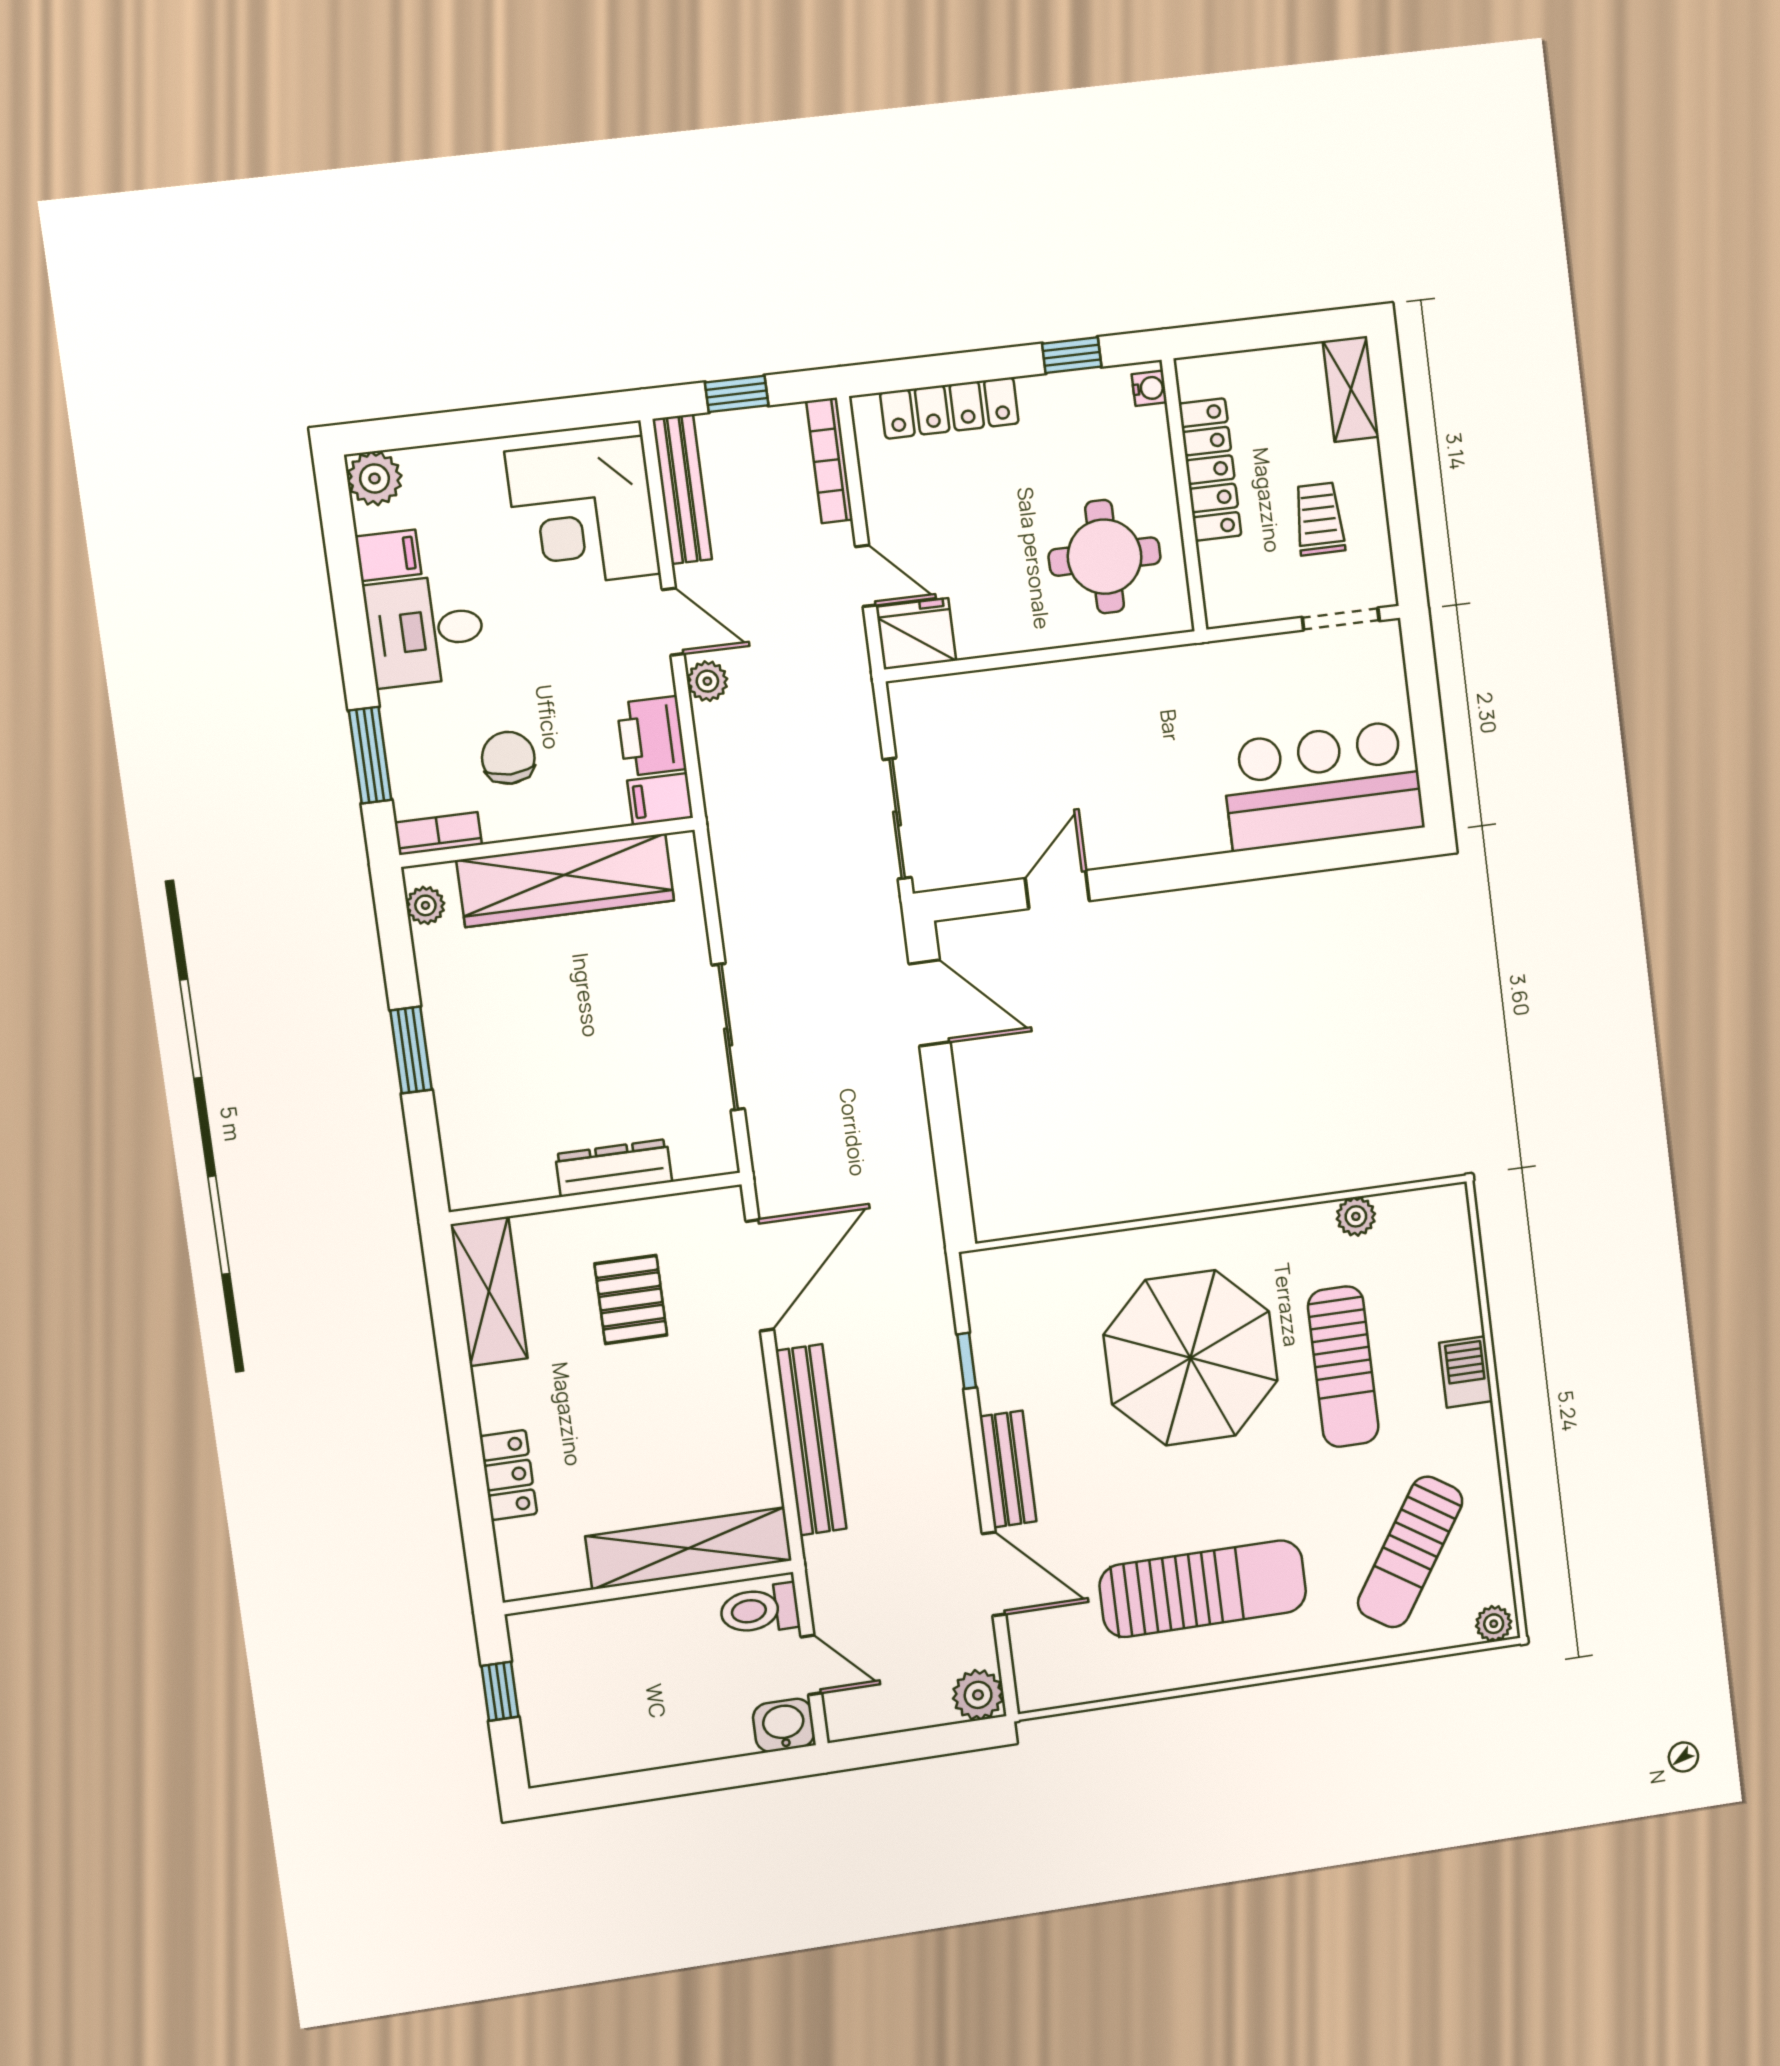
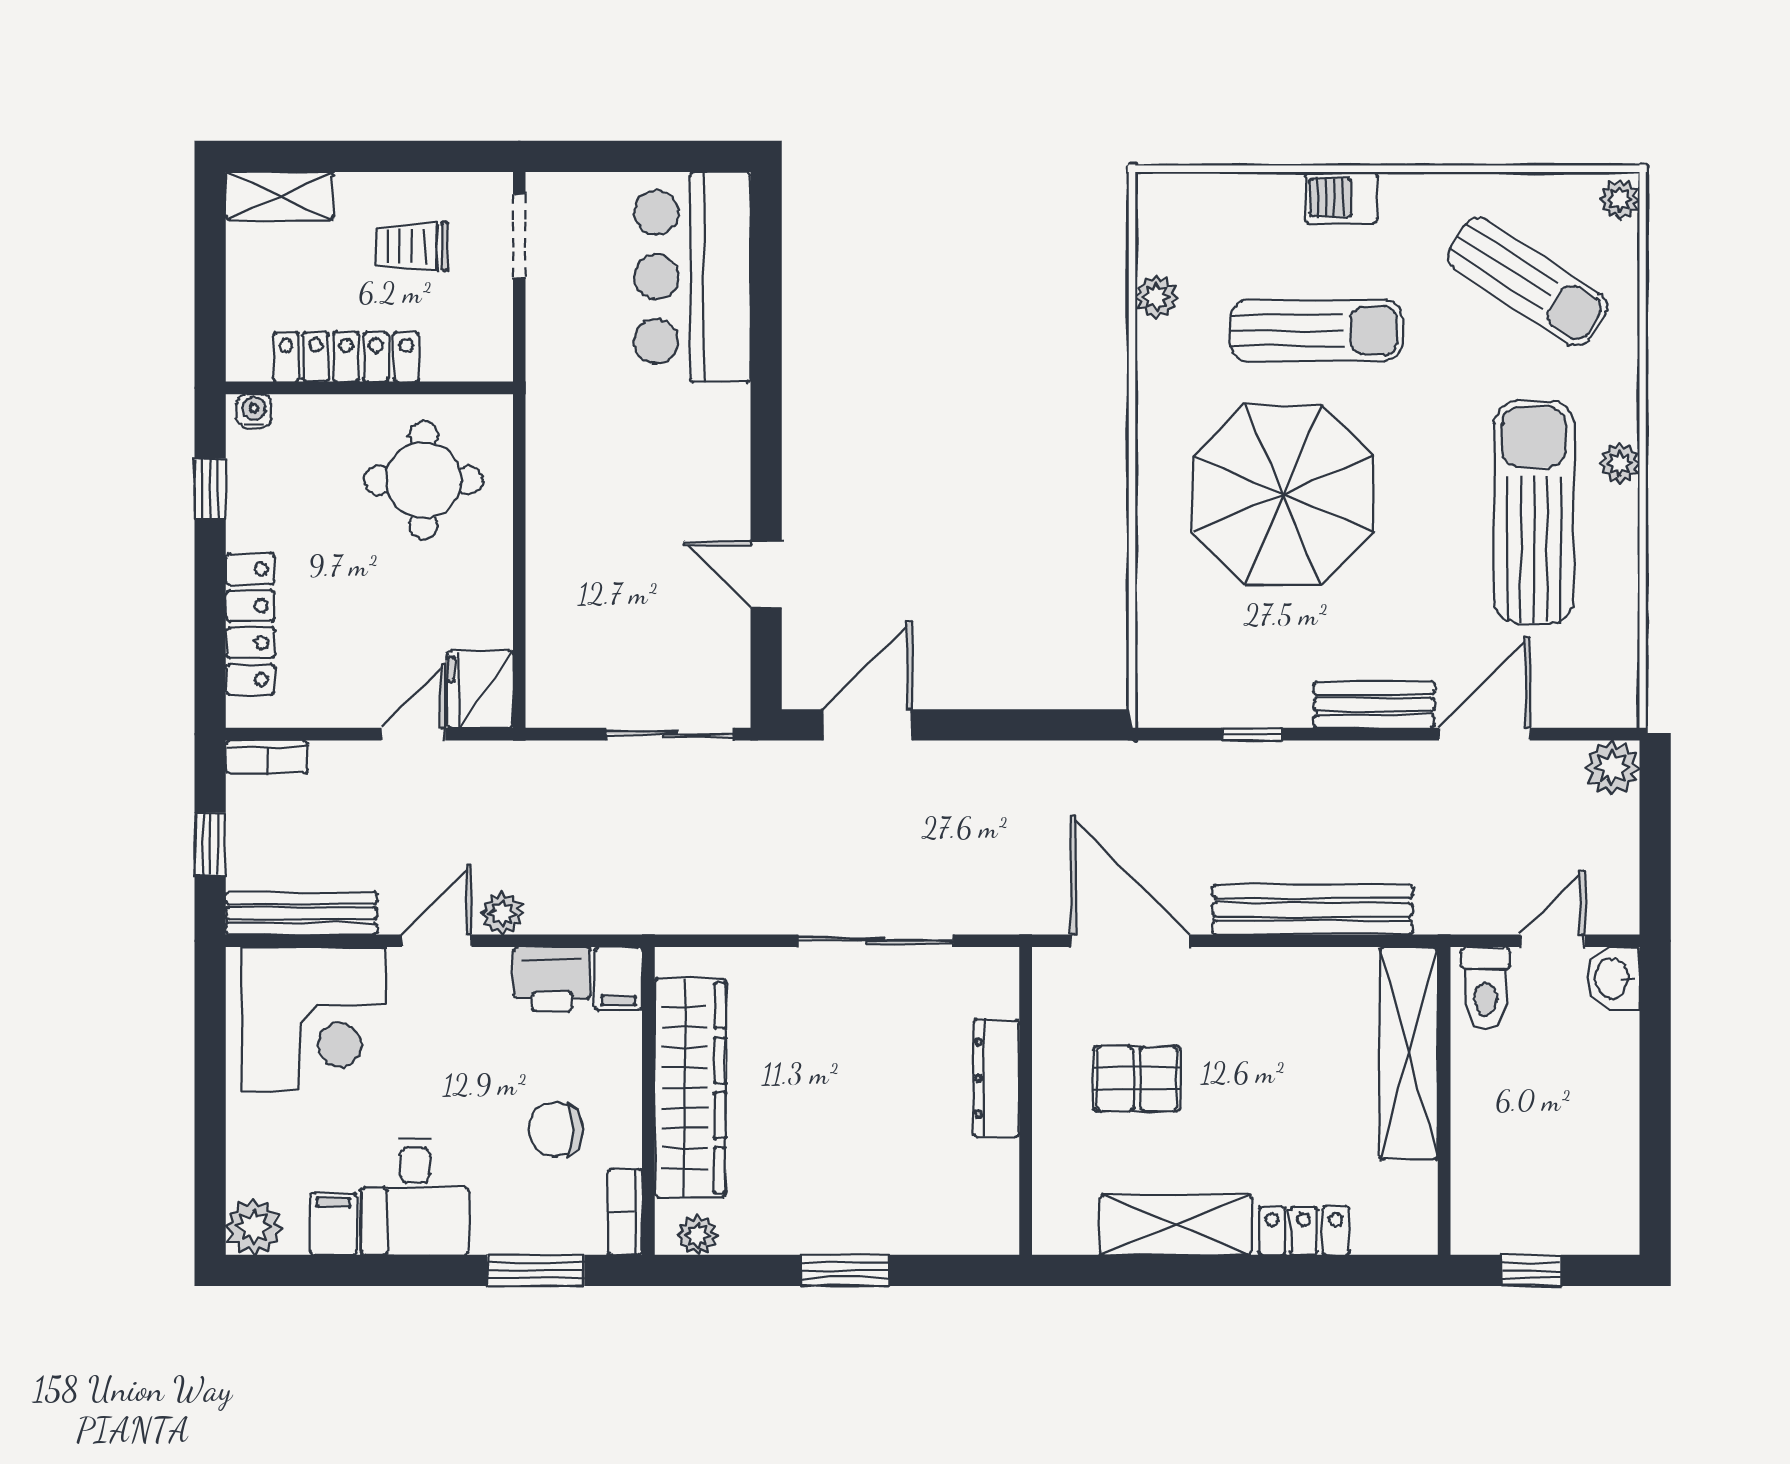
bookcase: (829, 460) -> (267, 757), width x0.64
shelving: (489, 1291) -> (1176, 1225), moved
plant: (1257, 1660) -> (1620, 463), added

